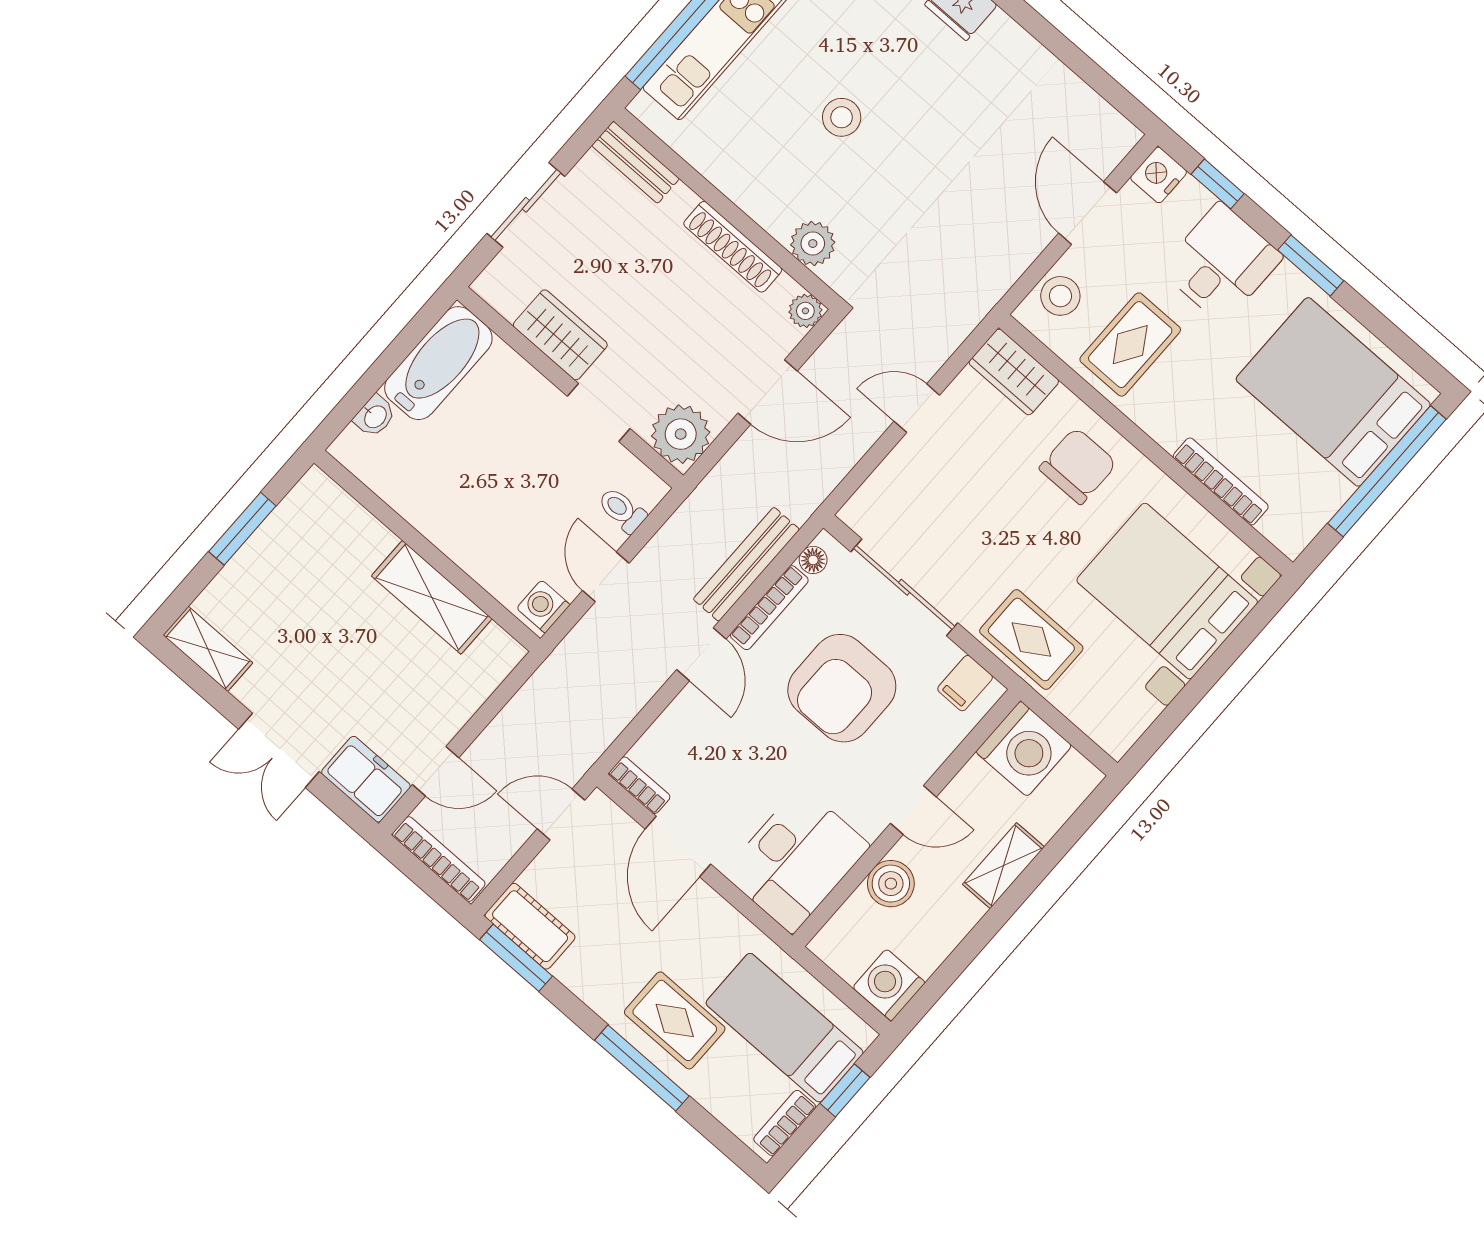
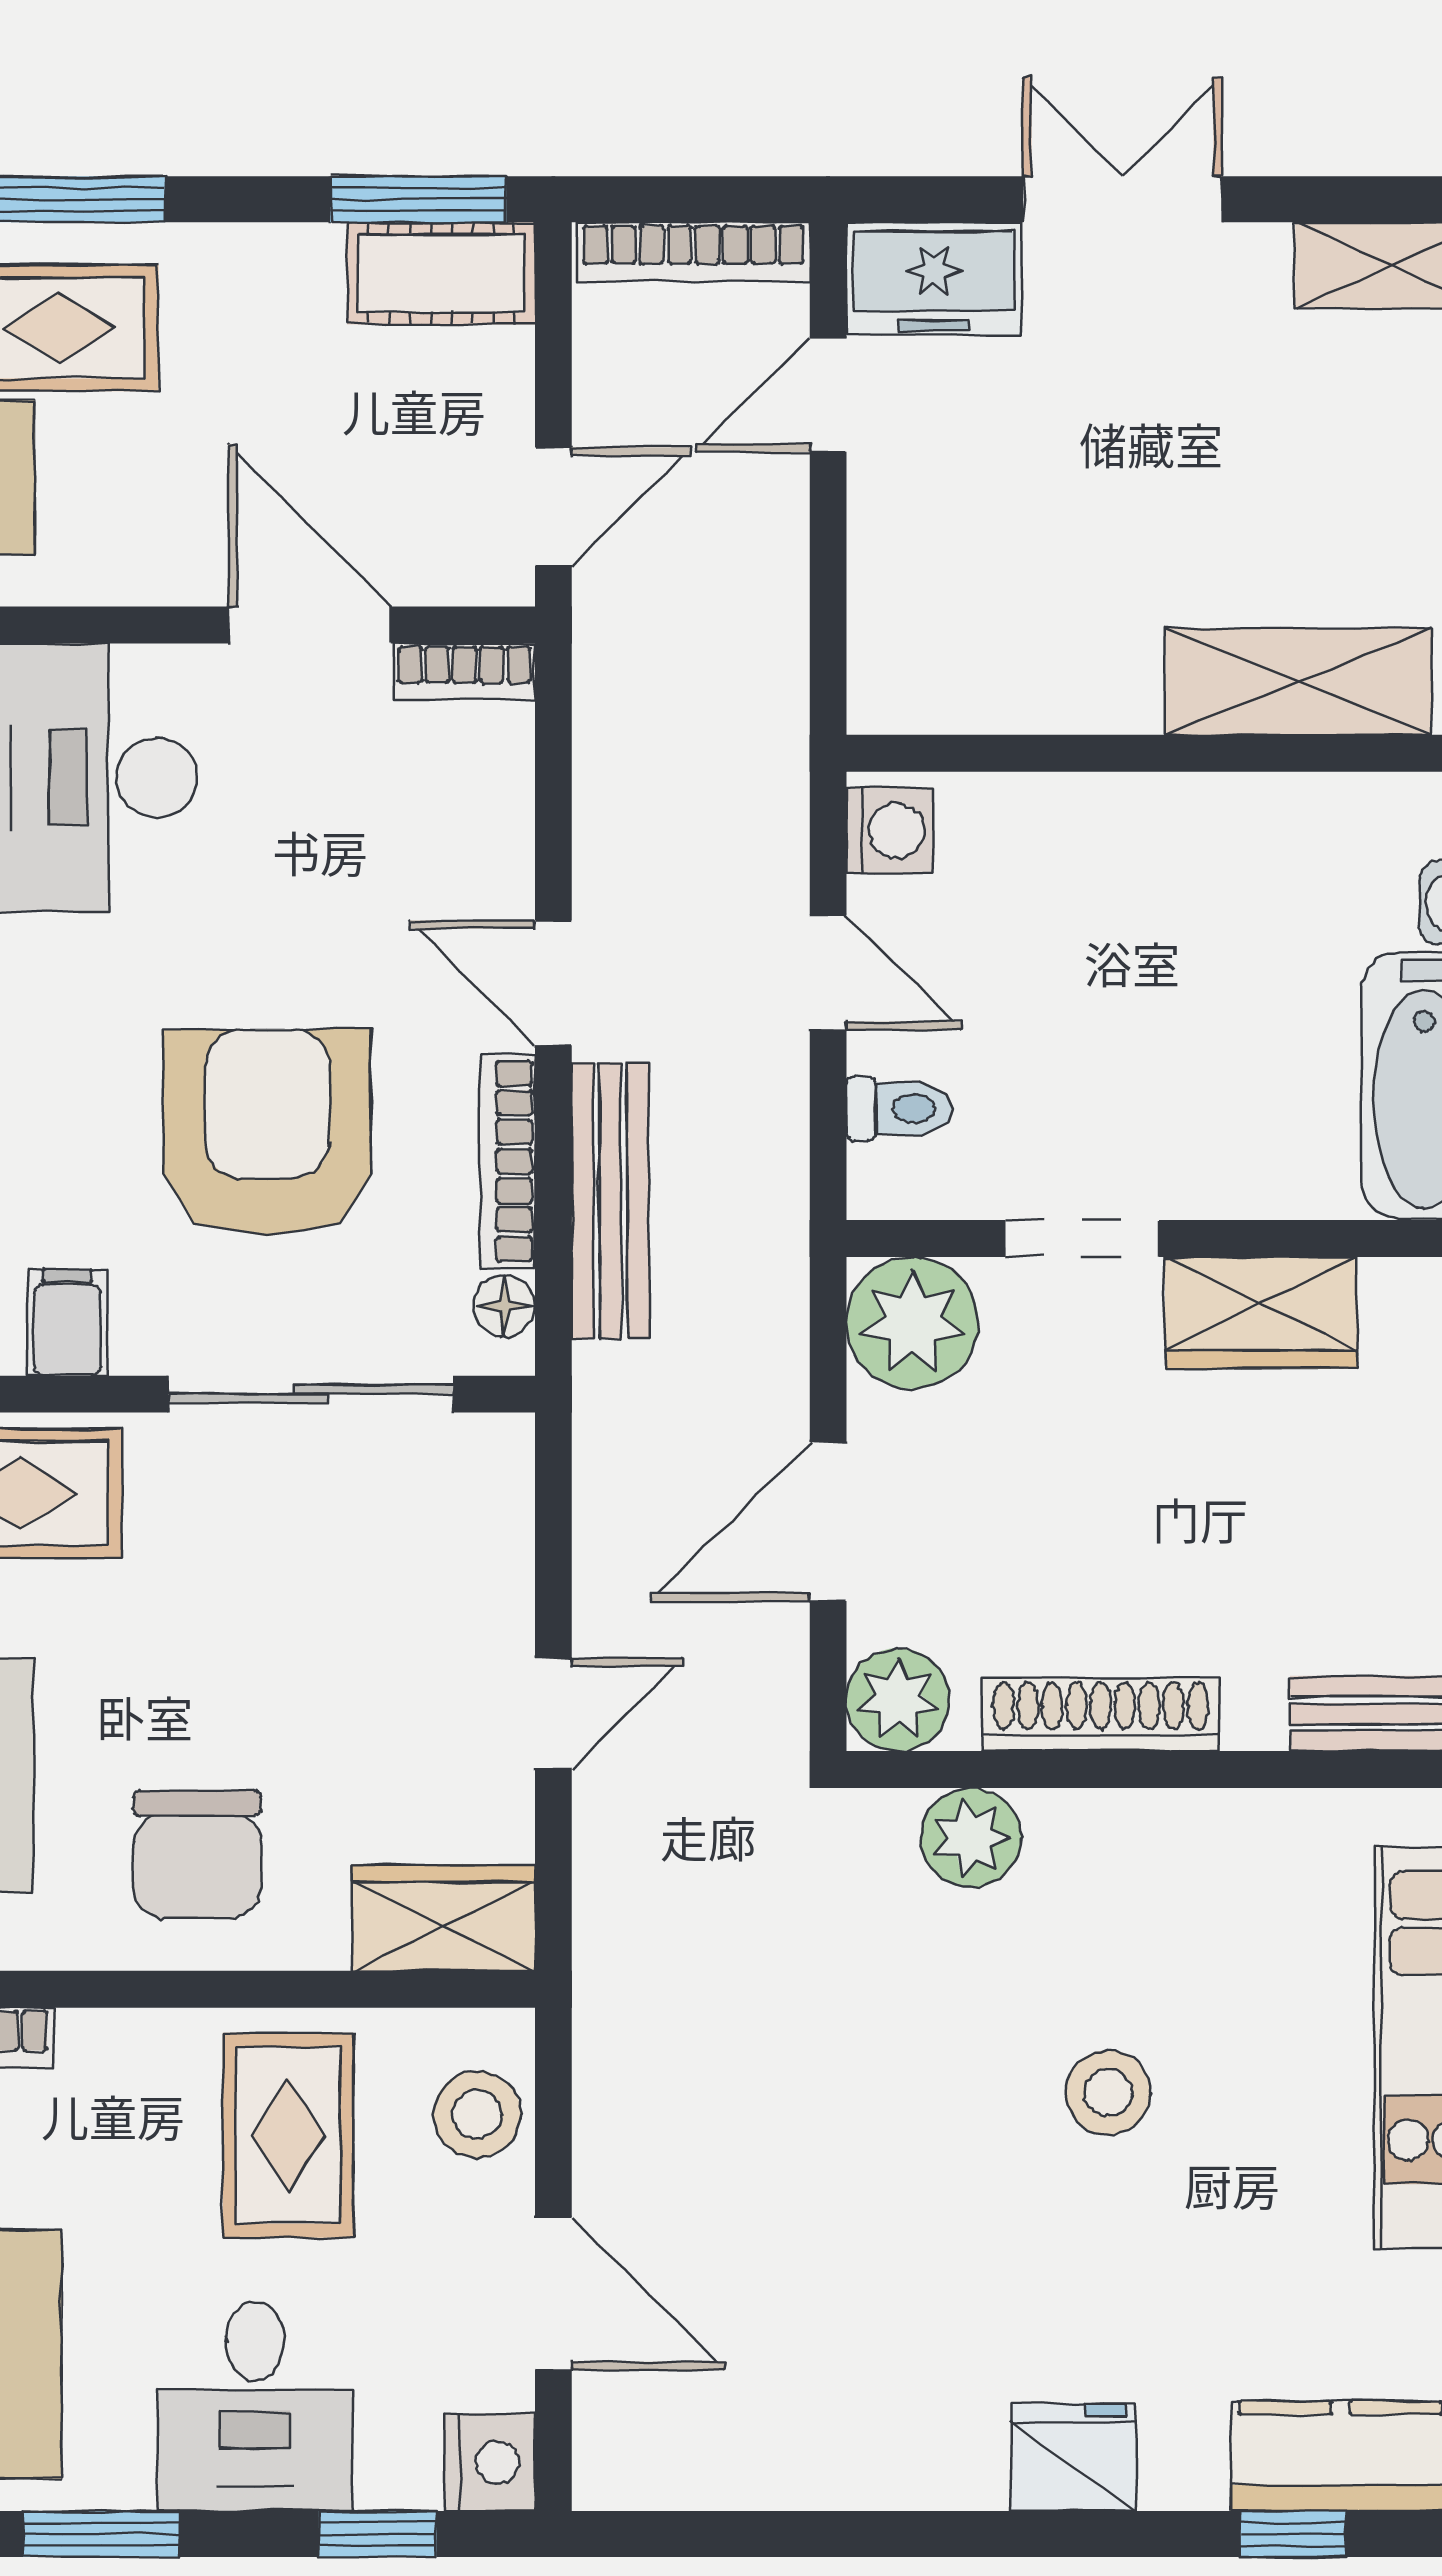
plant: (805, 311) -> (898, 1700), width x1.38, depth x1.38
shelving: (432, 597) -> (1299, 682), moved

